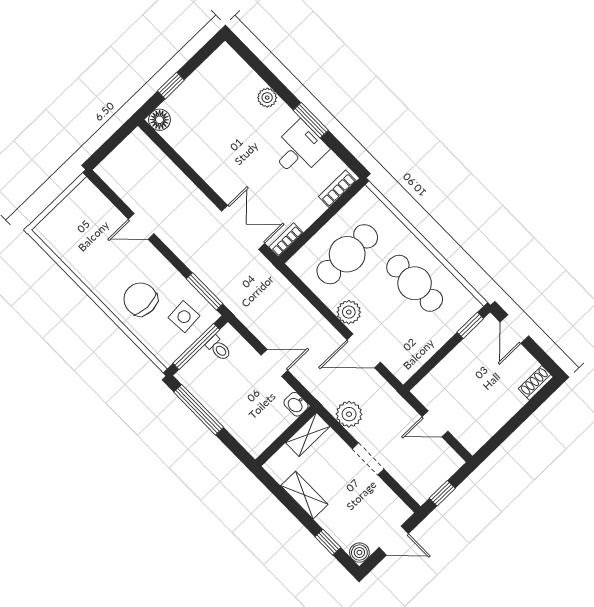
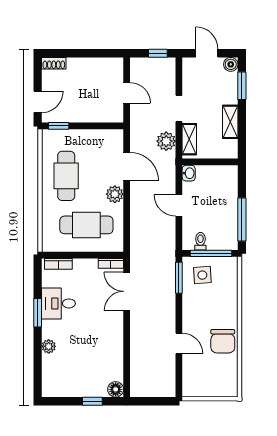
chair: (140, 299) -> (223, 341), moved
shelving: (308, 434) -> (189, 139), moved, turned 90
window: (328, 542) -> (242, 86), width x1.50

